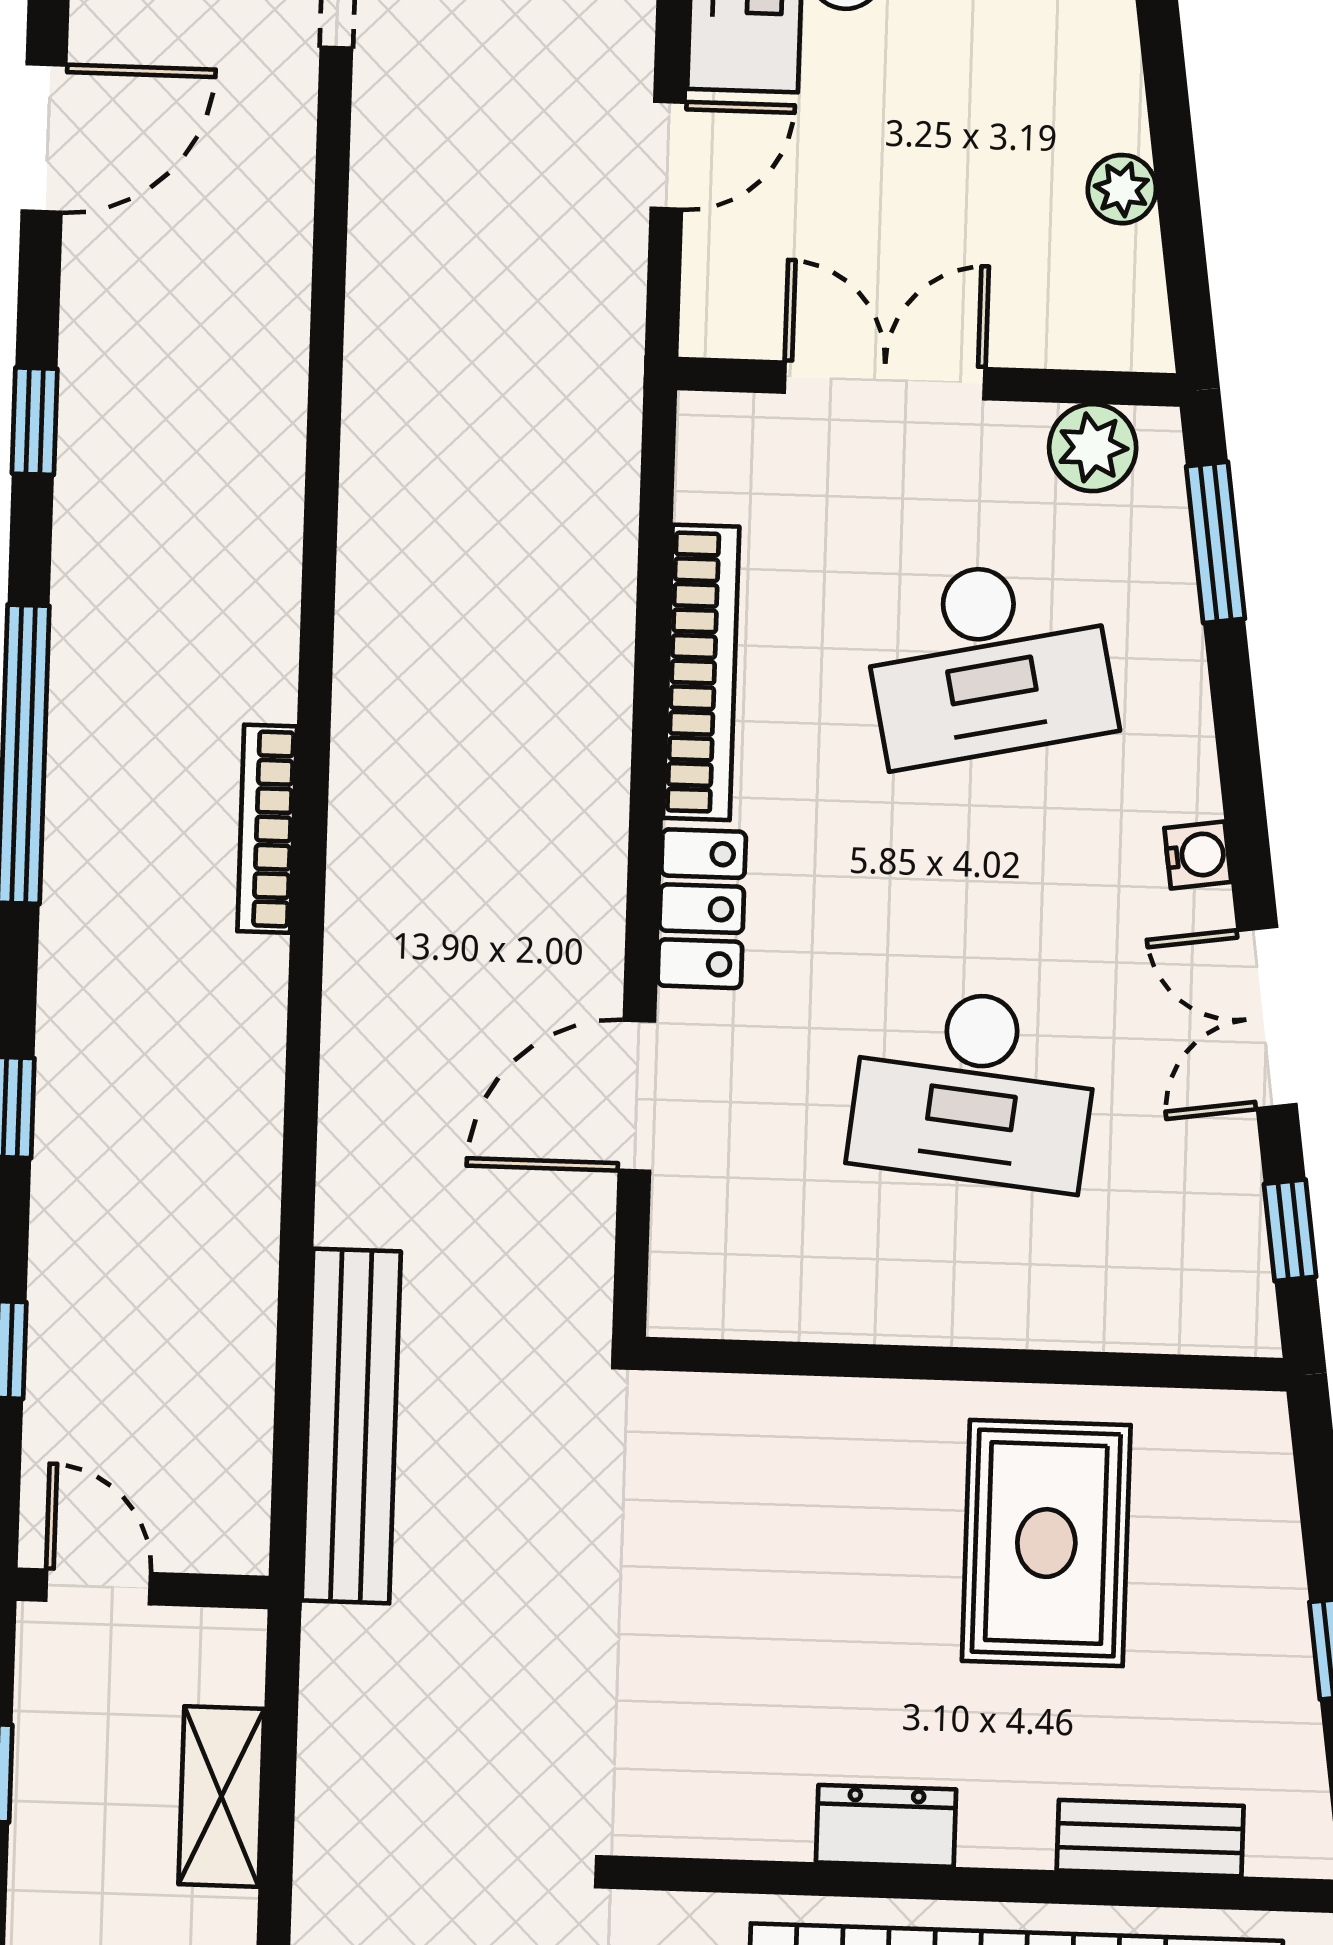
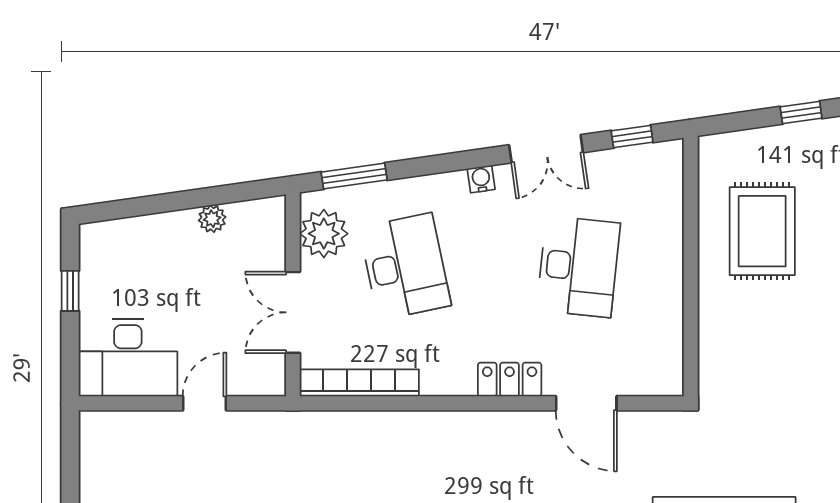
door: (668, 155) -> (204, 403), hinge flipped
plant: (1093, 448) -> (324, 234), width x1.36, depth x1.36
bookcase: (701, 672) -> (359, 383), moved
rug: (1046, 1543) -> (762, 231), turned 90

